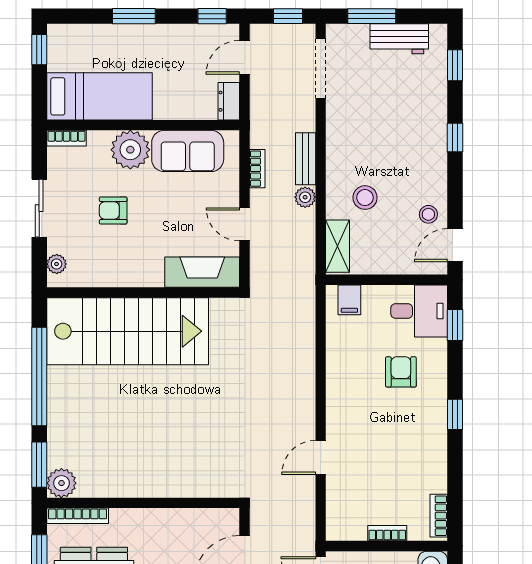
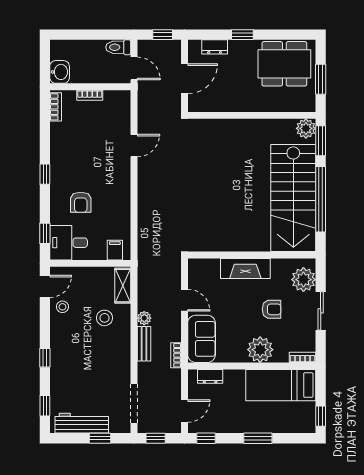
window: (372, 16) -> (100, 438), width x0.67
workbench: (399, 39) -> (82, 423), width x1.38
dresser: (229, 101) -> (210, 376), moved, turned 90
sofa: (188, 151) -> (202, 339), moved, turned 90
bookcase: (257, 169) -> (176, 355), moved
plant: (57, 264) -> (303, 280), width x1.87, depth x1.87
fireplace: (202, 272) -> (245, 268), moved
stairs: (128, 331) -> (293, 198), moved, turned -90
bookcase: (78, 516) -> (295, 107), removed

